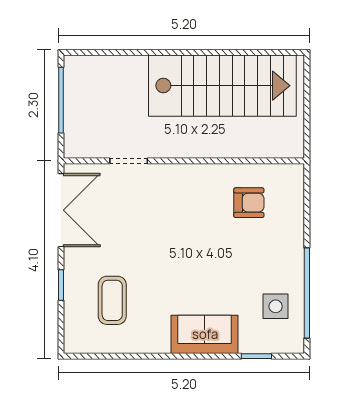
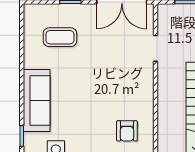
sofa: (205, 334) -> (37, 100), width x1.36

